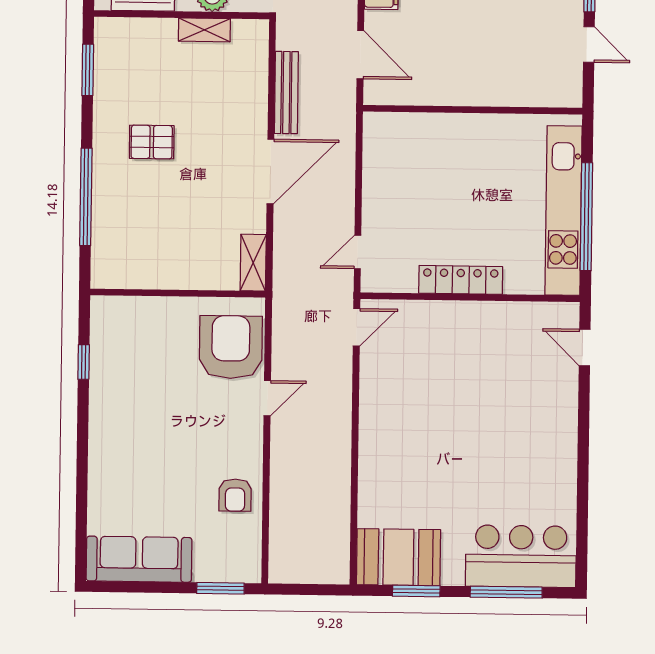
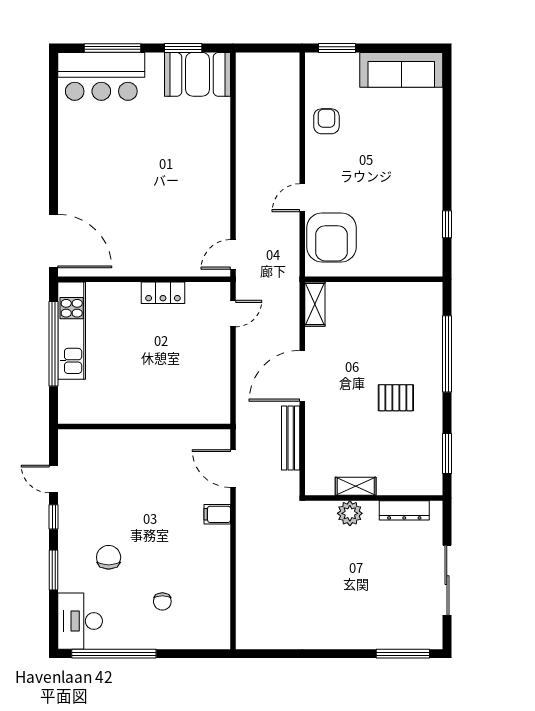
kitchen unit: (563, 210) -> (72, 331), width x0.73
locker: (461, 280) -> (163, 293), width x0.66
door: (585, 347) -> (54, 241), width x1.87

